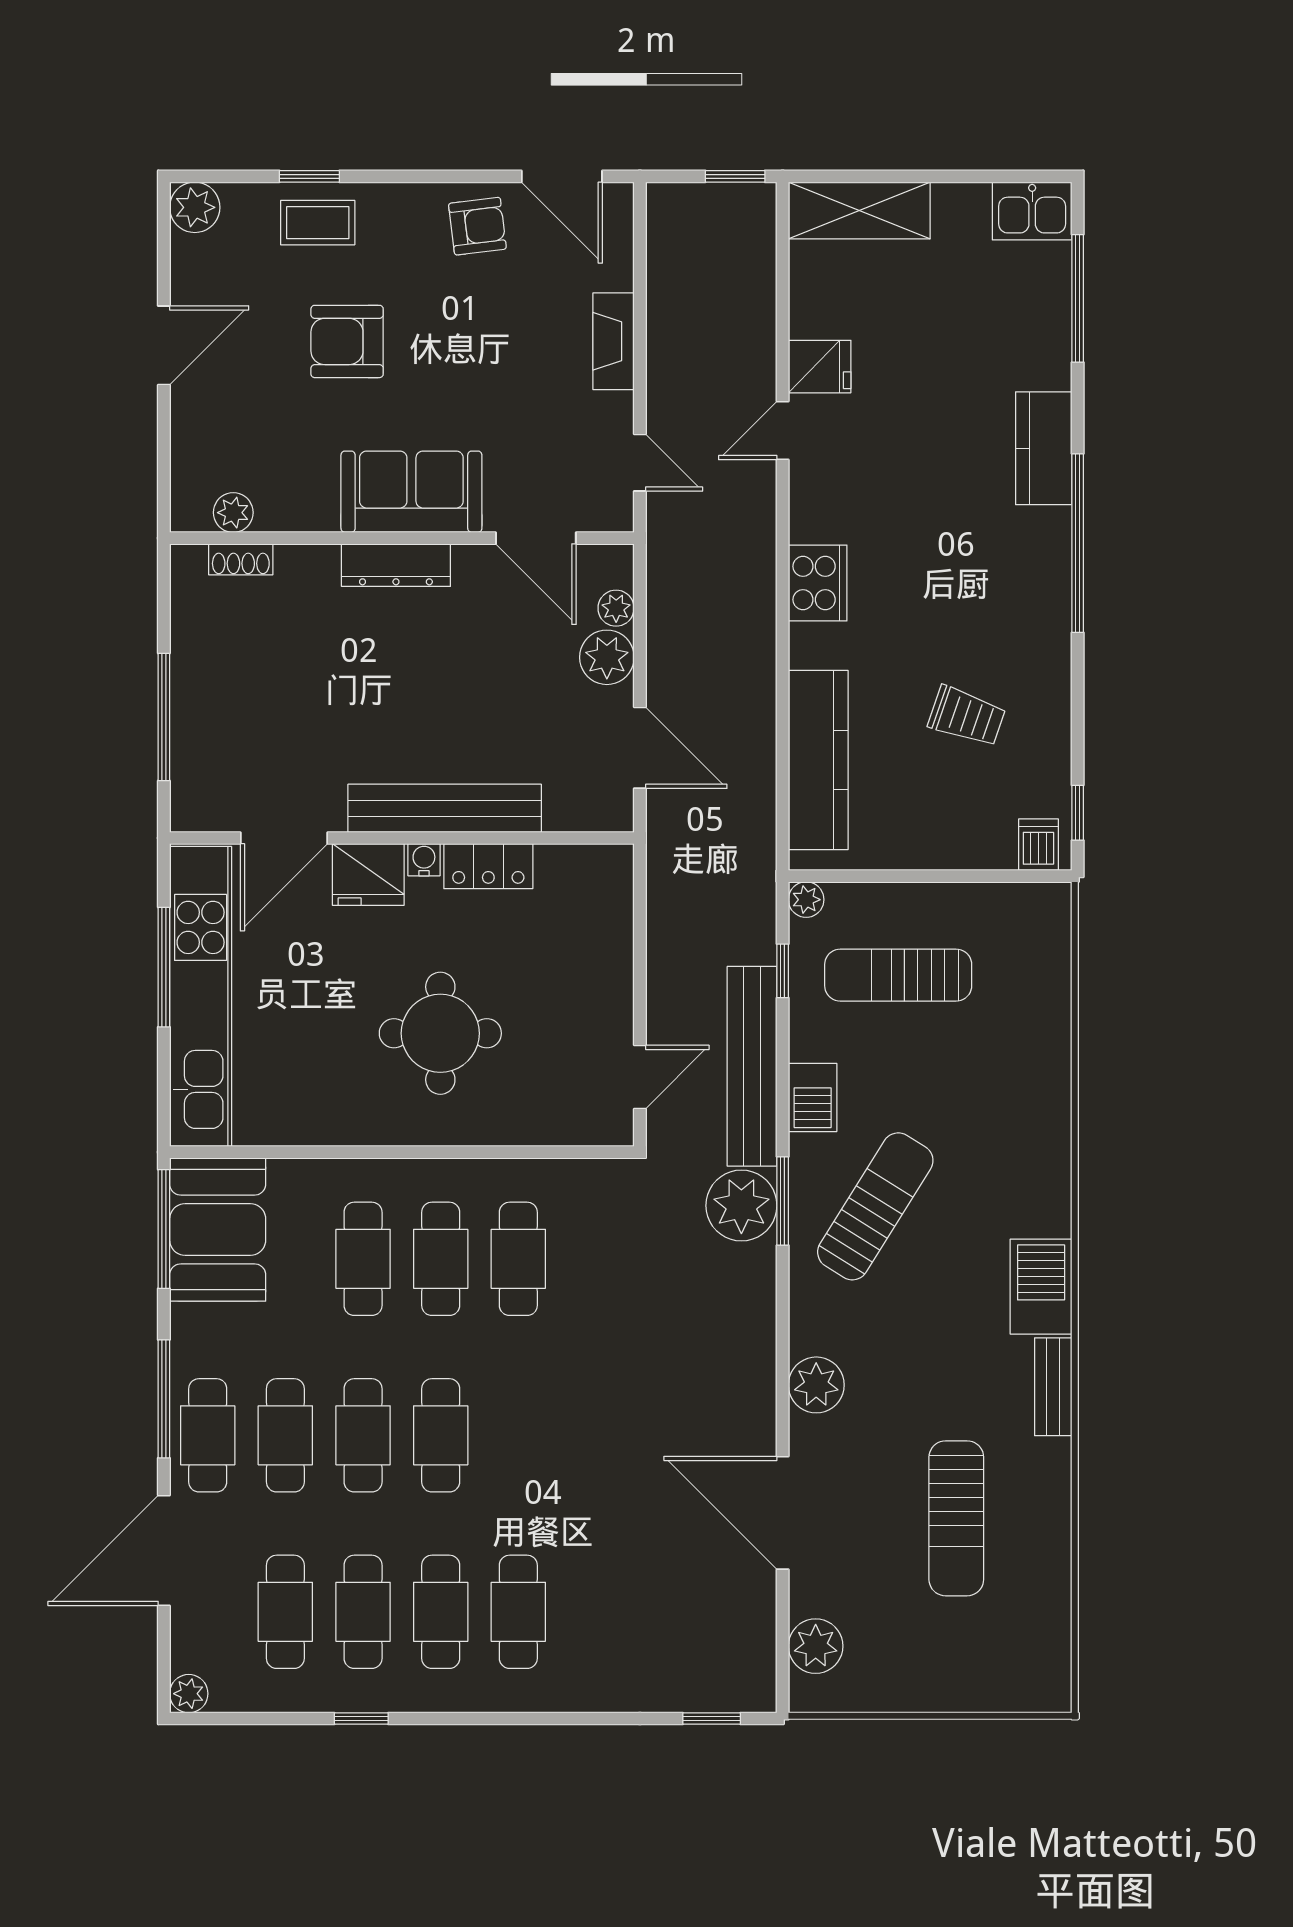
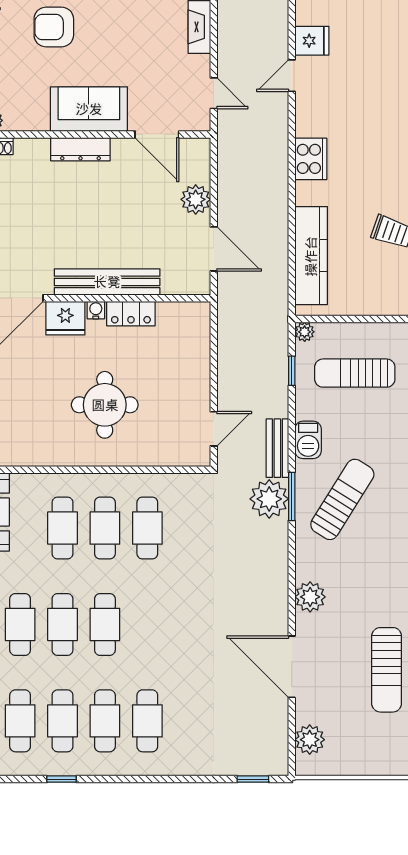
plant: (616, 608) -> (201, 173), removed
bench: (752, 1066) -> (277, 448), width x0.54, depth x0.82

